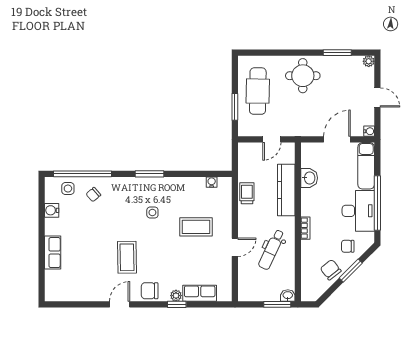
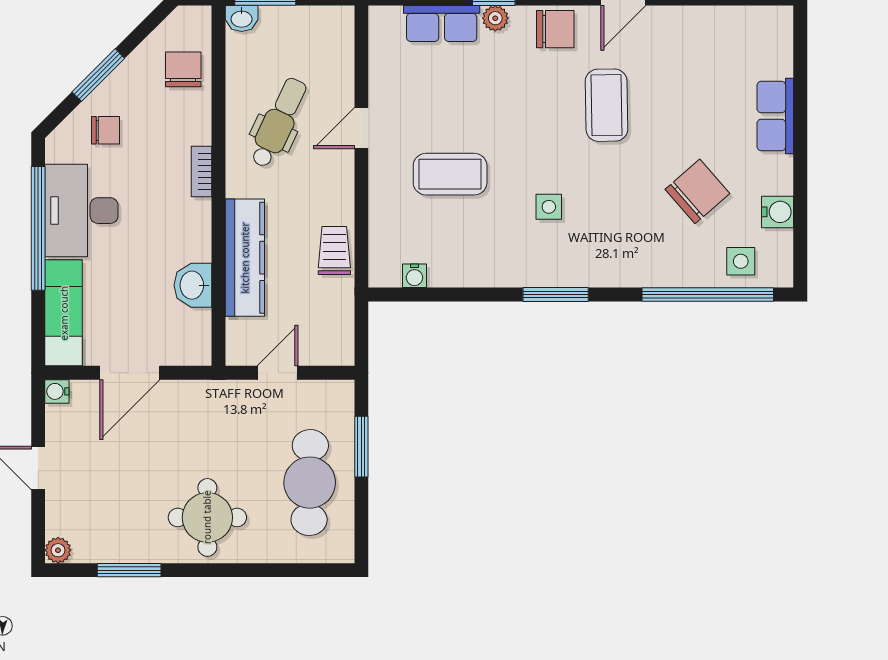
trolley: (247, 193) -> (334, 250), turned 180
chair: (93, 195) -> (697, 191), moved, width x1.87, depth x1.87
chair: (331, 270) -> (183, 69), moved, turned -142

